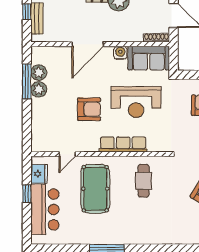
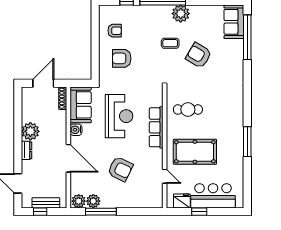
plant: (39, 89) -> (79, 201), moved
armchair: (89, 109) -> (120, 169), moved, turned 116

